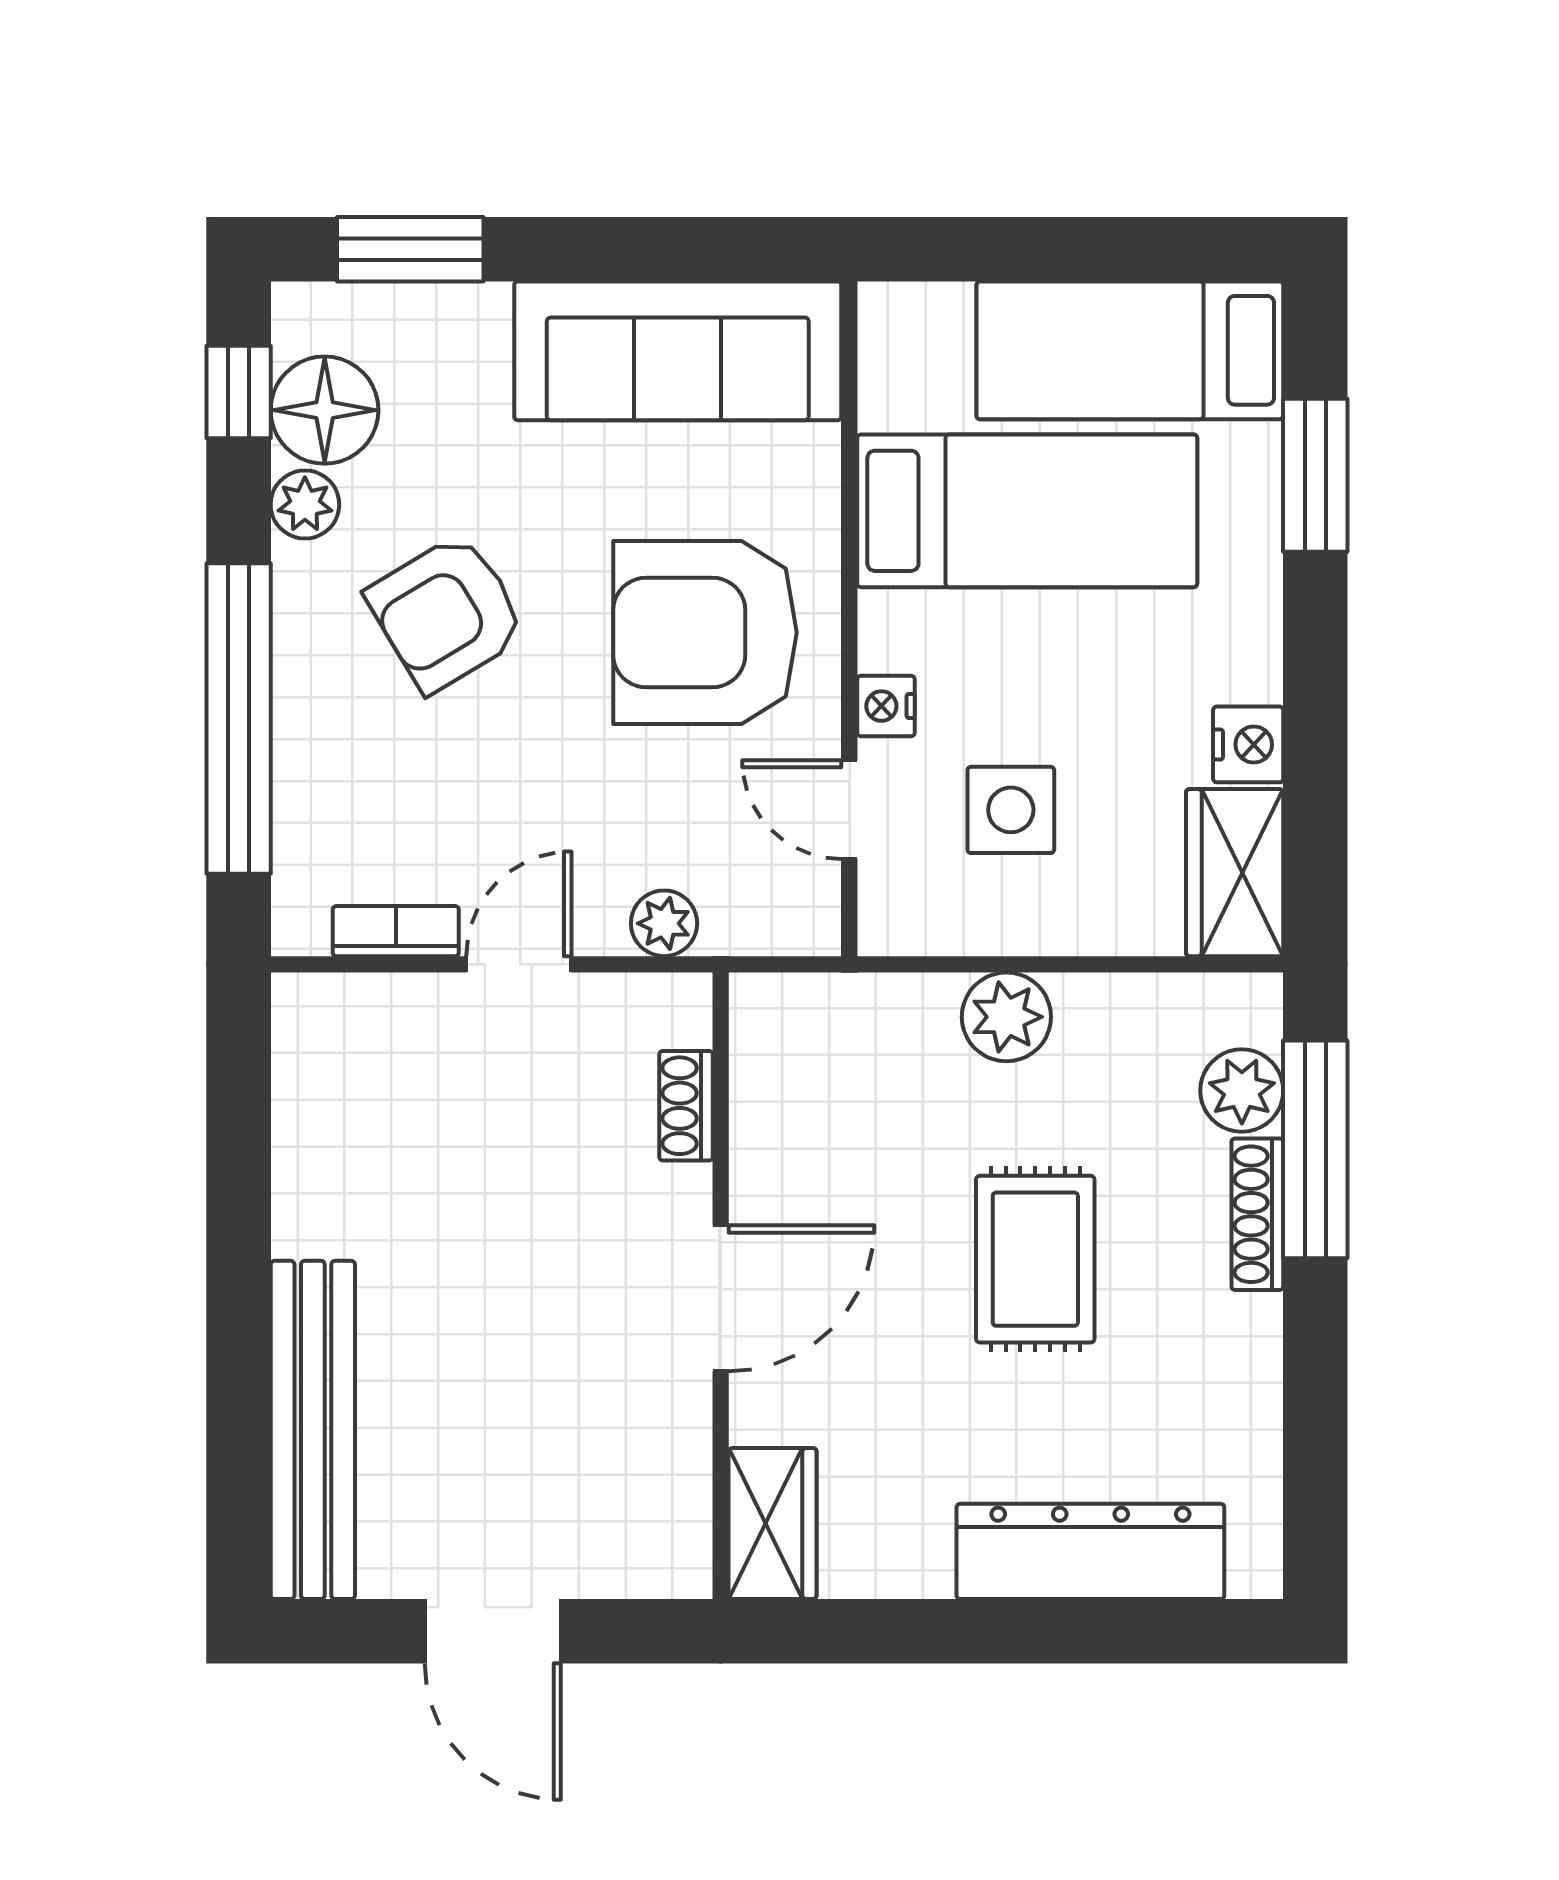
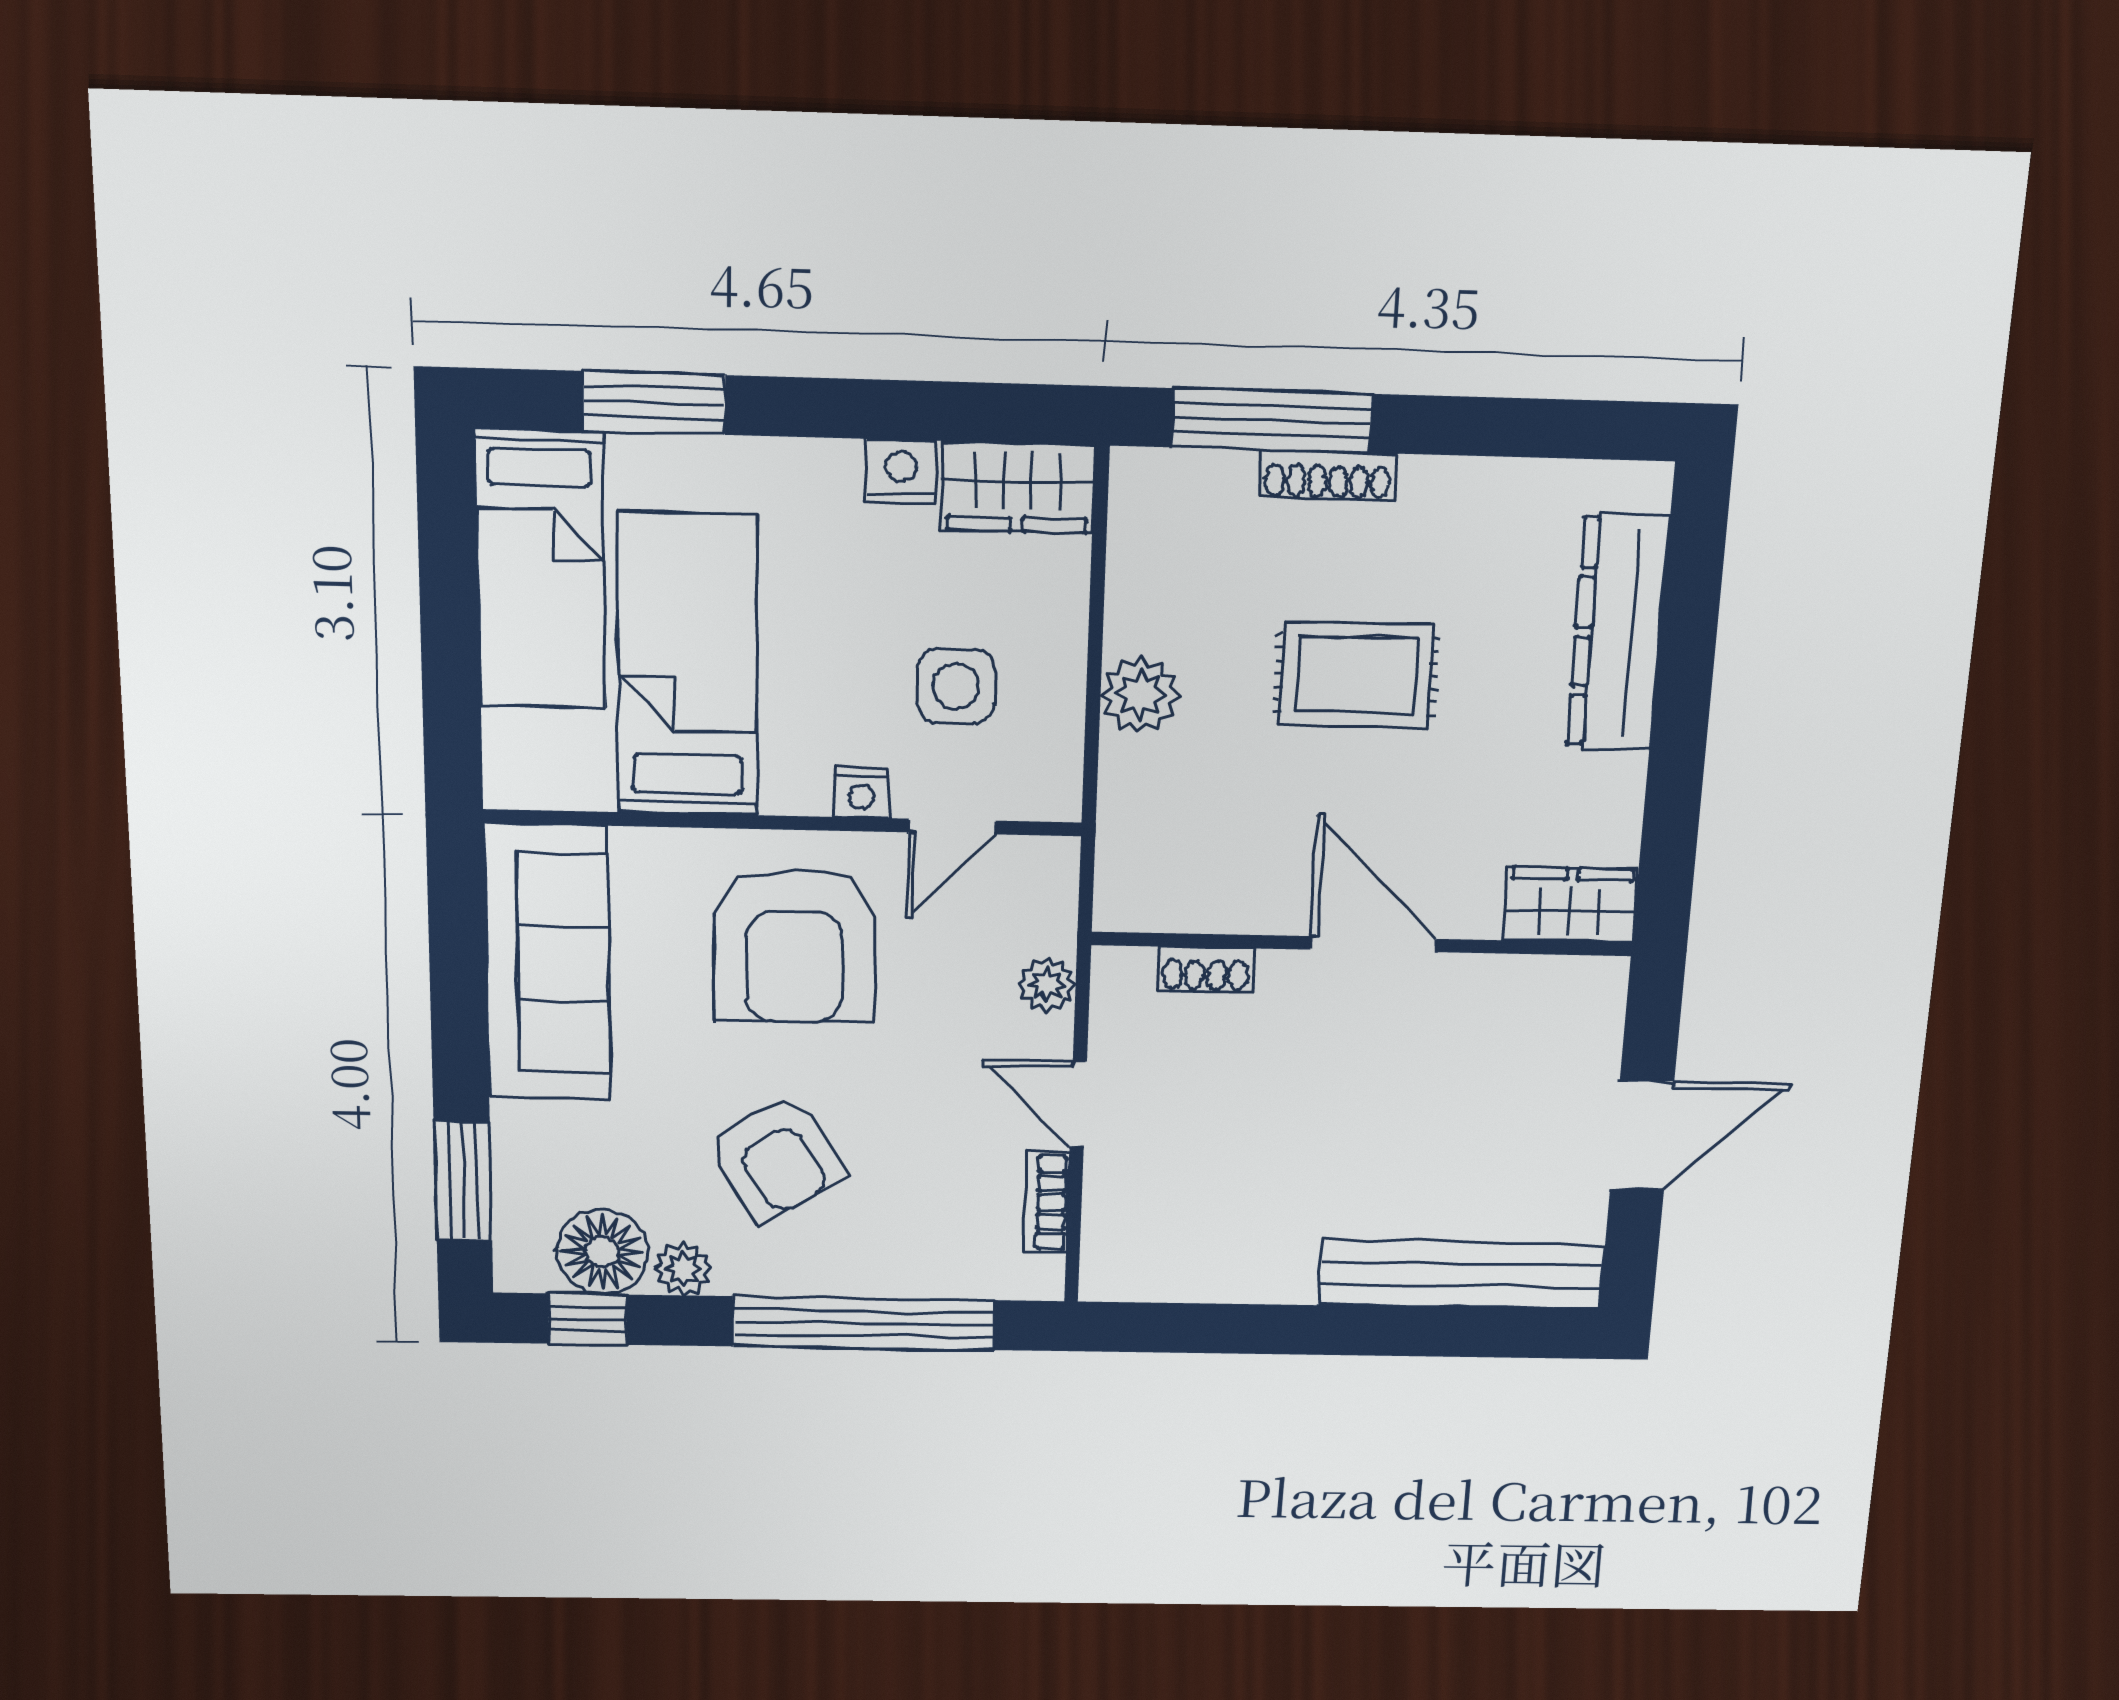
plant: (1242, 1091) -> (1215, 486), removed

